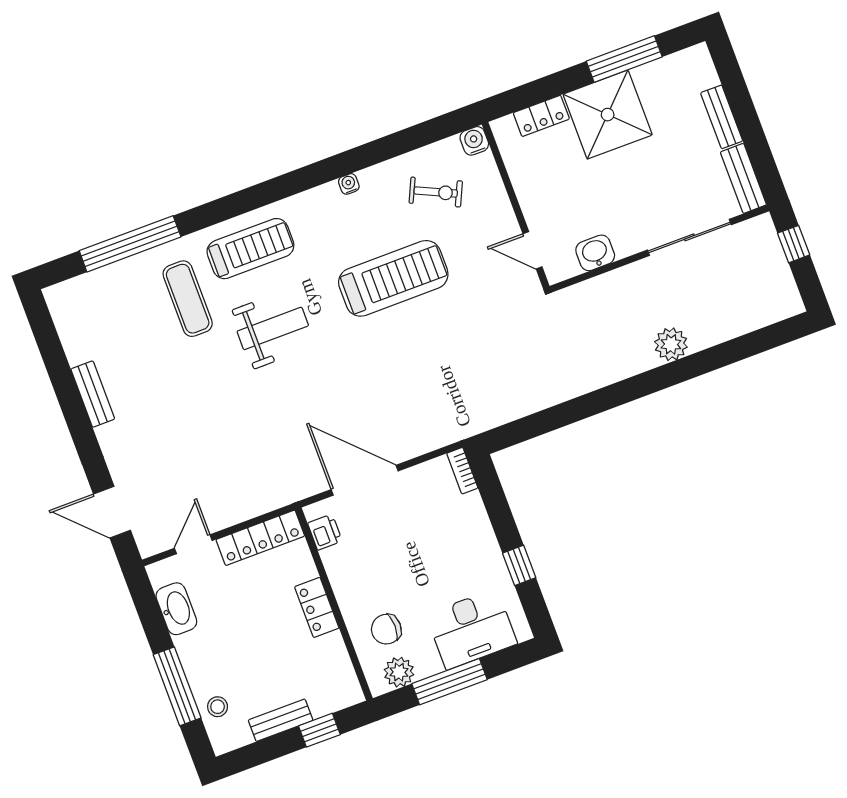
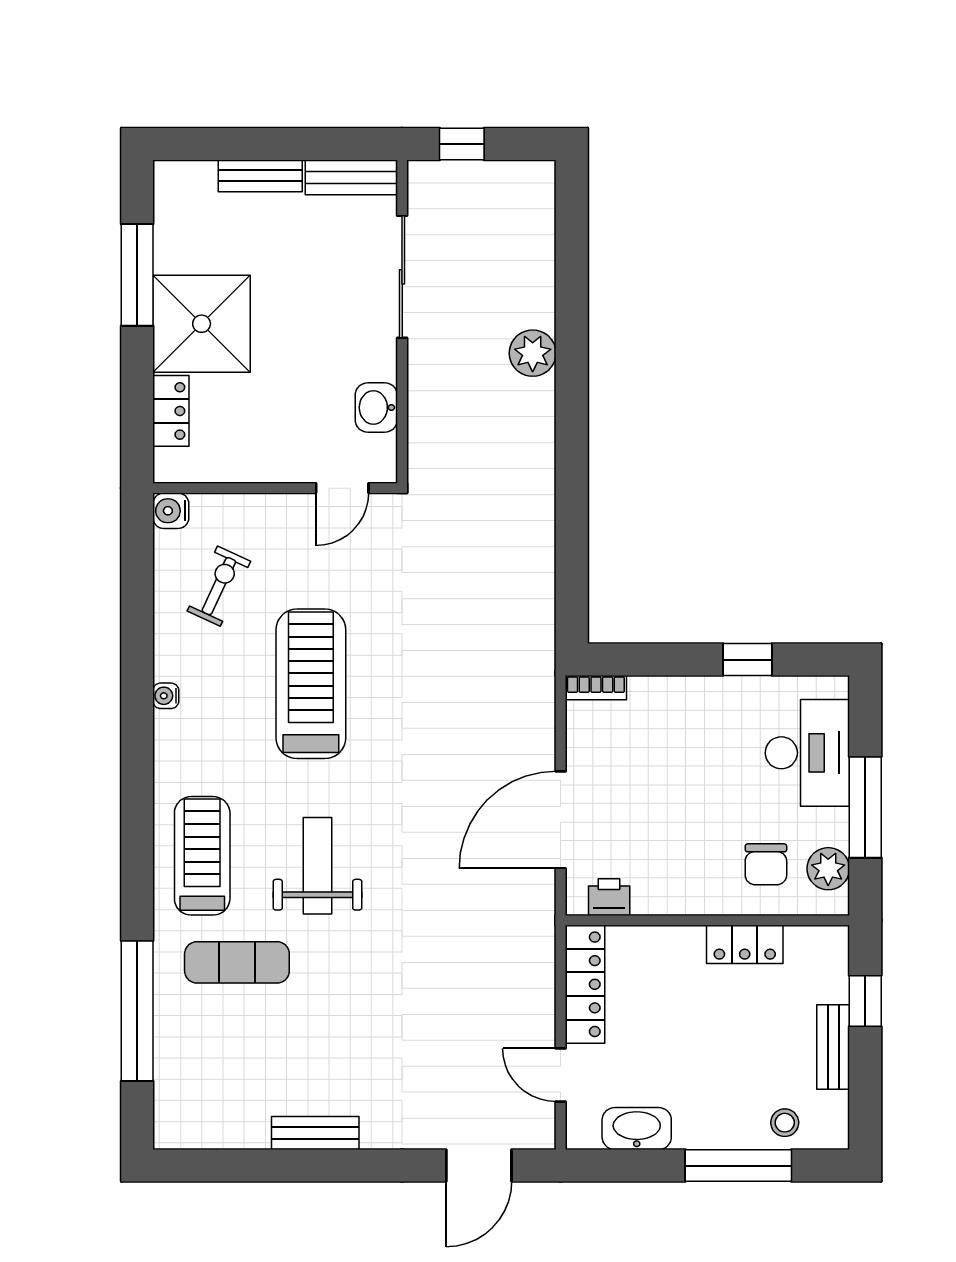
locker: (317, 607) -> (745, 944), moved

